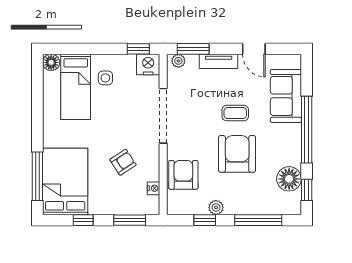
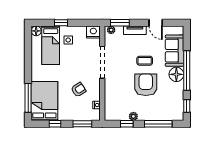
window: (138, 49) -> (61, 23), moved
armchair: (183, 175) -> (114, 97), removed
floor lamp: (289, 179) -> (176, 74), moved

